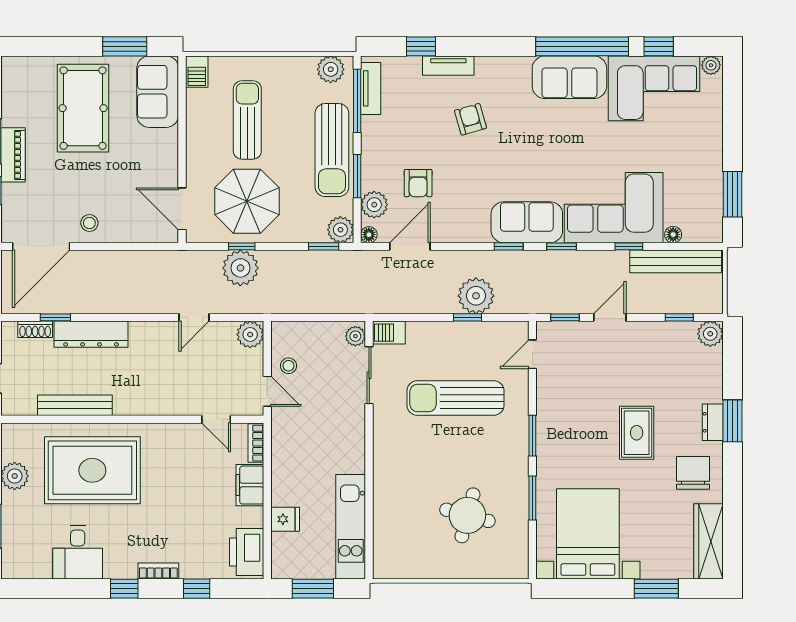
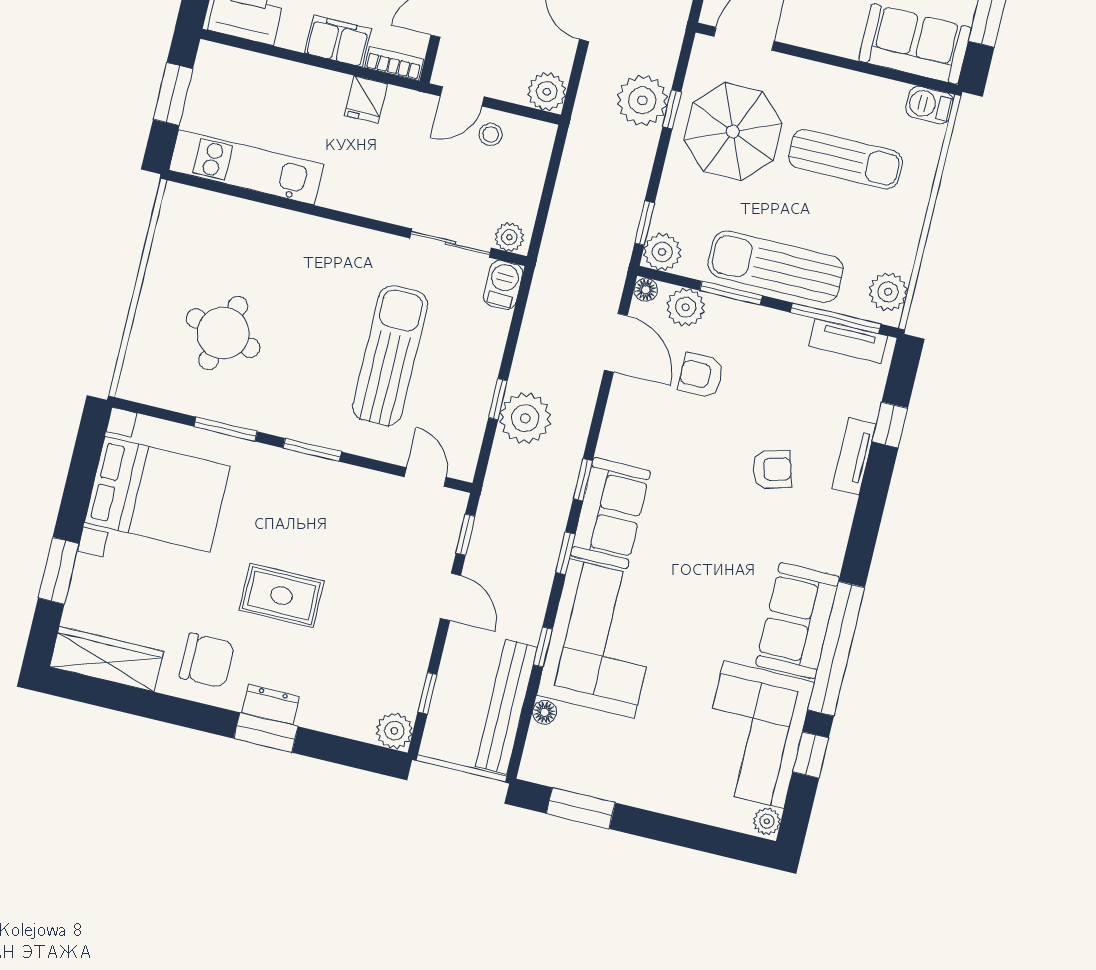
fridge: (285, 519) -> (366, 100), moved

